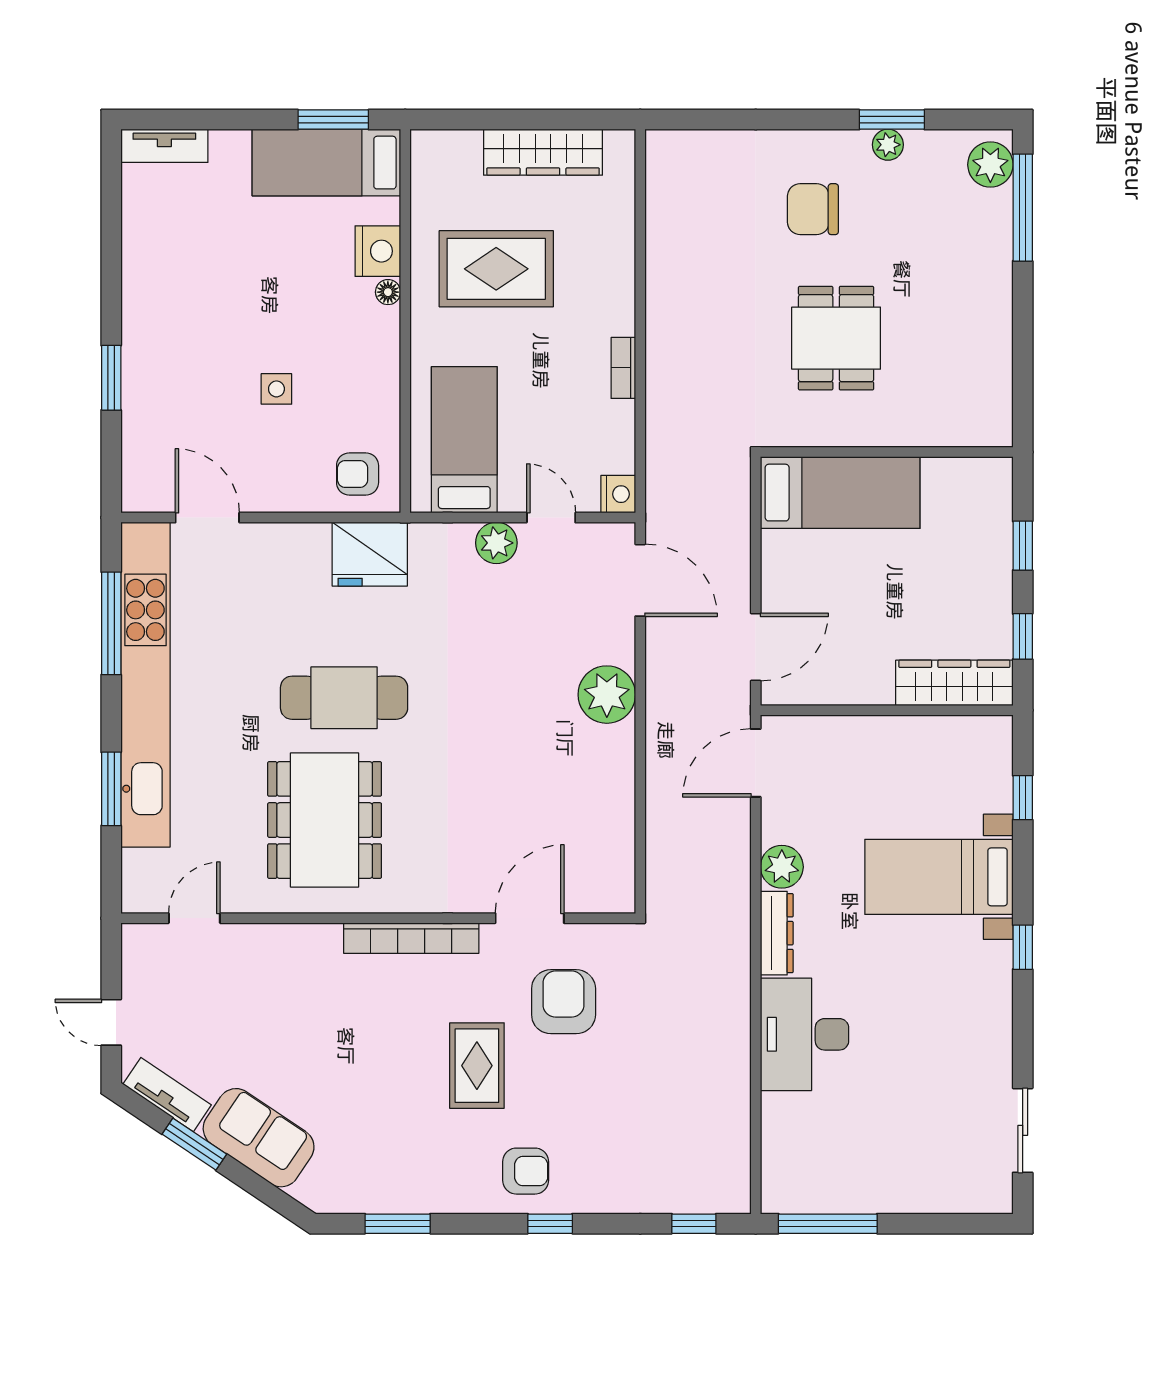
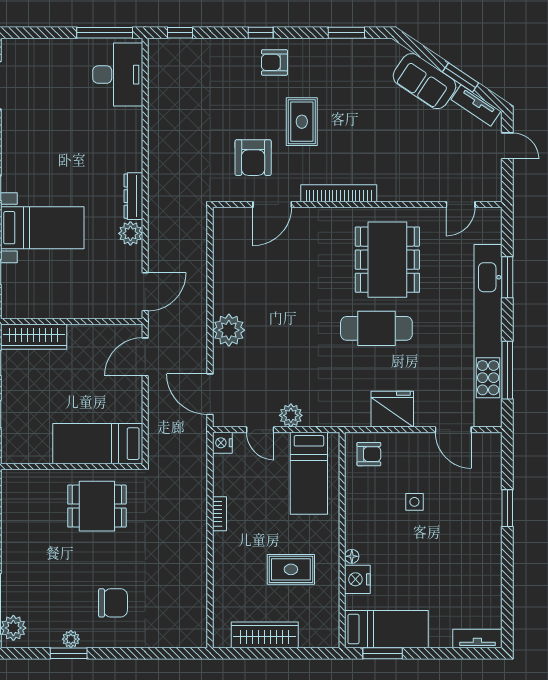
rug: (496, 269) -> (291, 569), width x0.73, depth x0.70
dining table: (836, 338) -> (97, 506), moved, turned 90
fridge: (370, 554) -> (392, 409), moved
desk: (805, 1034) -> (118, 75), moved

